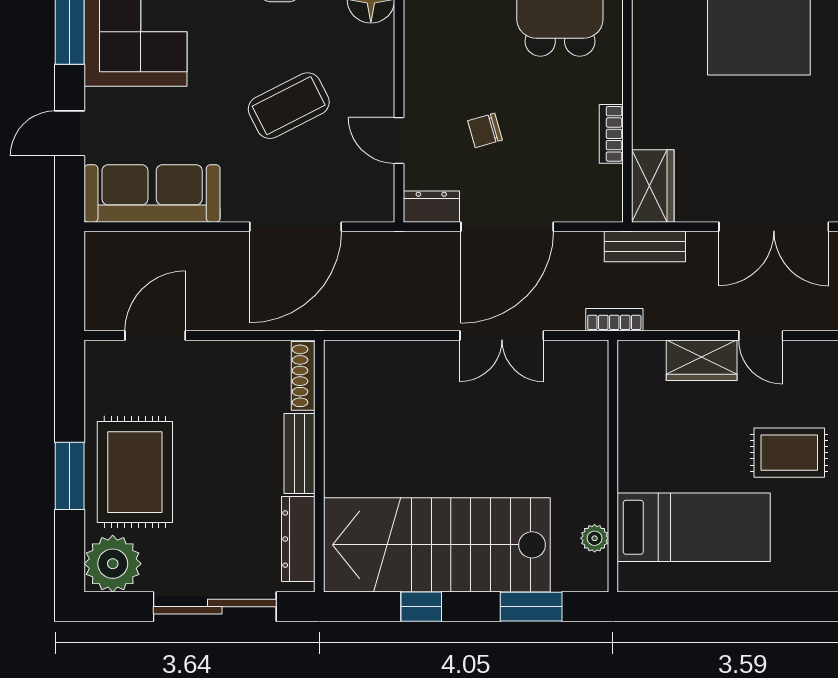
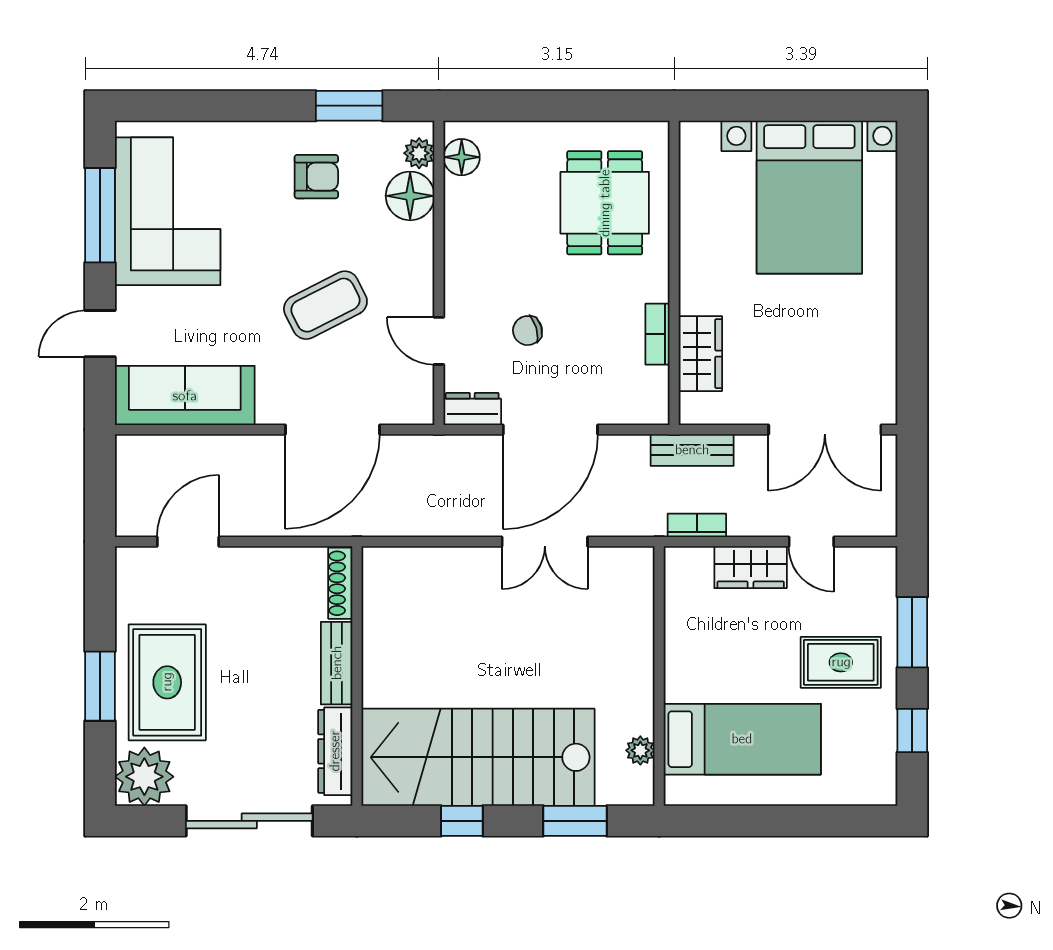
wardrobe: (653, 186) -> (700, 354), moved
bookcase: (614, 320) -> (697, 525), moved

